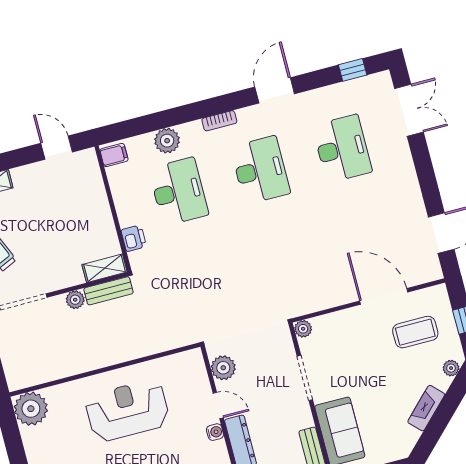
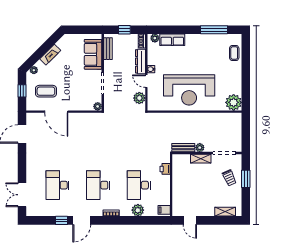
window: (353, 70) -> (62, 220), moved
shelving: (105, 268) -> (201, 159), moved
reception desk: (127, 410) -> (189, 90), width x1.36, depth x1.30

